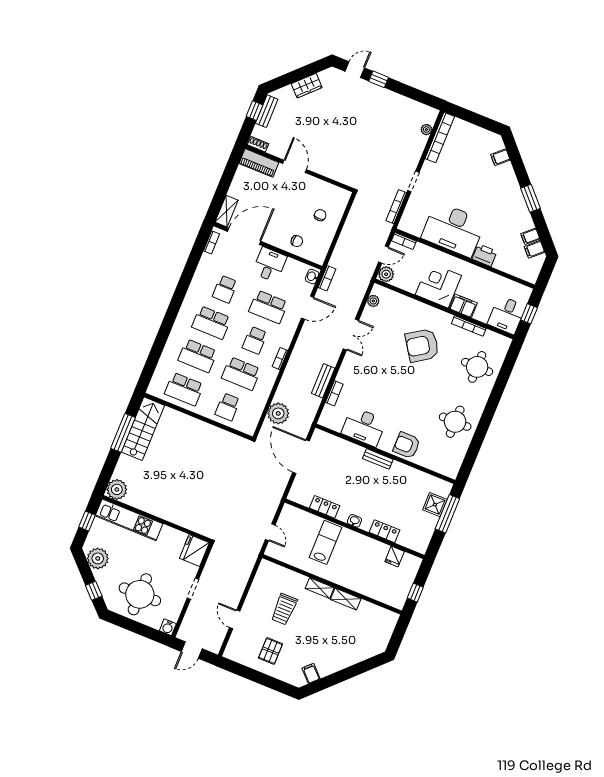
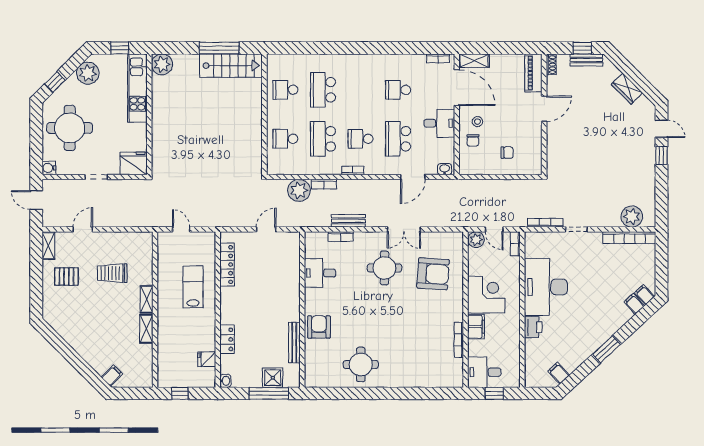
plant: (426, 130) -> (632, 217), width x1.88, depth x1.88
stool: (282, 230) -> (477, 122), added
filing cabinet: (530, 236) -> (644, 295), moved
bookcase: (327, 278) -> (324, 184), moved
plant: (373, 301) -> (445, 238), removed
door: (308, 308) -> (413, 177), hinge flipped
school desk: (211, 322) -> (361, 90), removed
armchair: (422, 345) -> (433, 274), moved, turned 128
round table: (477, 367) -> (384, 268), moved
school desk: (184, 389) -> (285, 90), width x0.54
desk: (364, 427) -> (320, 273), width x0.73
door: (301, 457) -> (266, 229), width x0.53
bench: (378, 459) -> (294, 342), moved, width x1.36
locker: (325, 507) -> (227, 265), width x1.53
washbasin: (354, 521) -> (225, 381), moved
door: (270, 532) -> (181, 229), swing flipped
lab bench: (326, 542) -> (193, 287), turned -90
shelving: (237, 656) -> (48, 246), added
filing cabinet: (311, 673) -> (112, 376), moved

